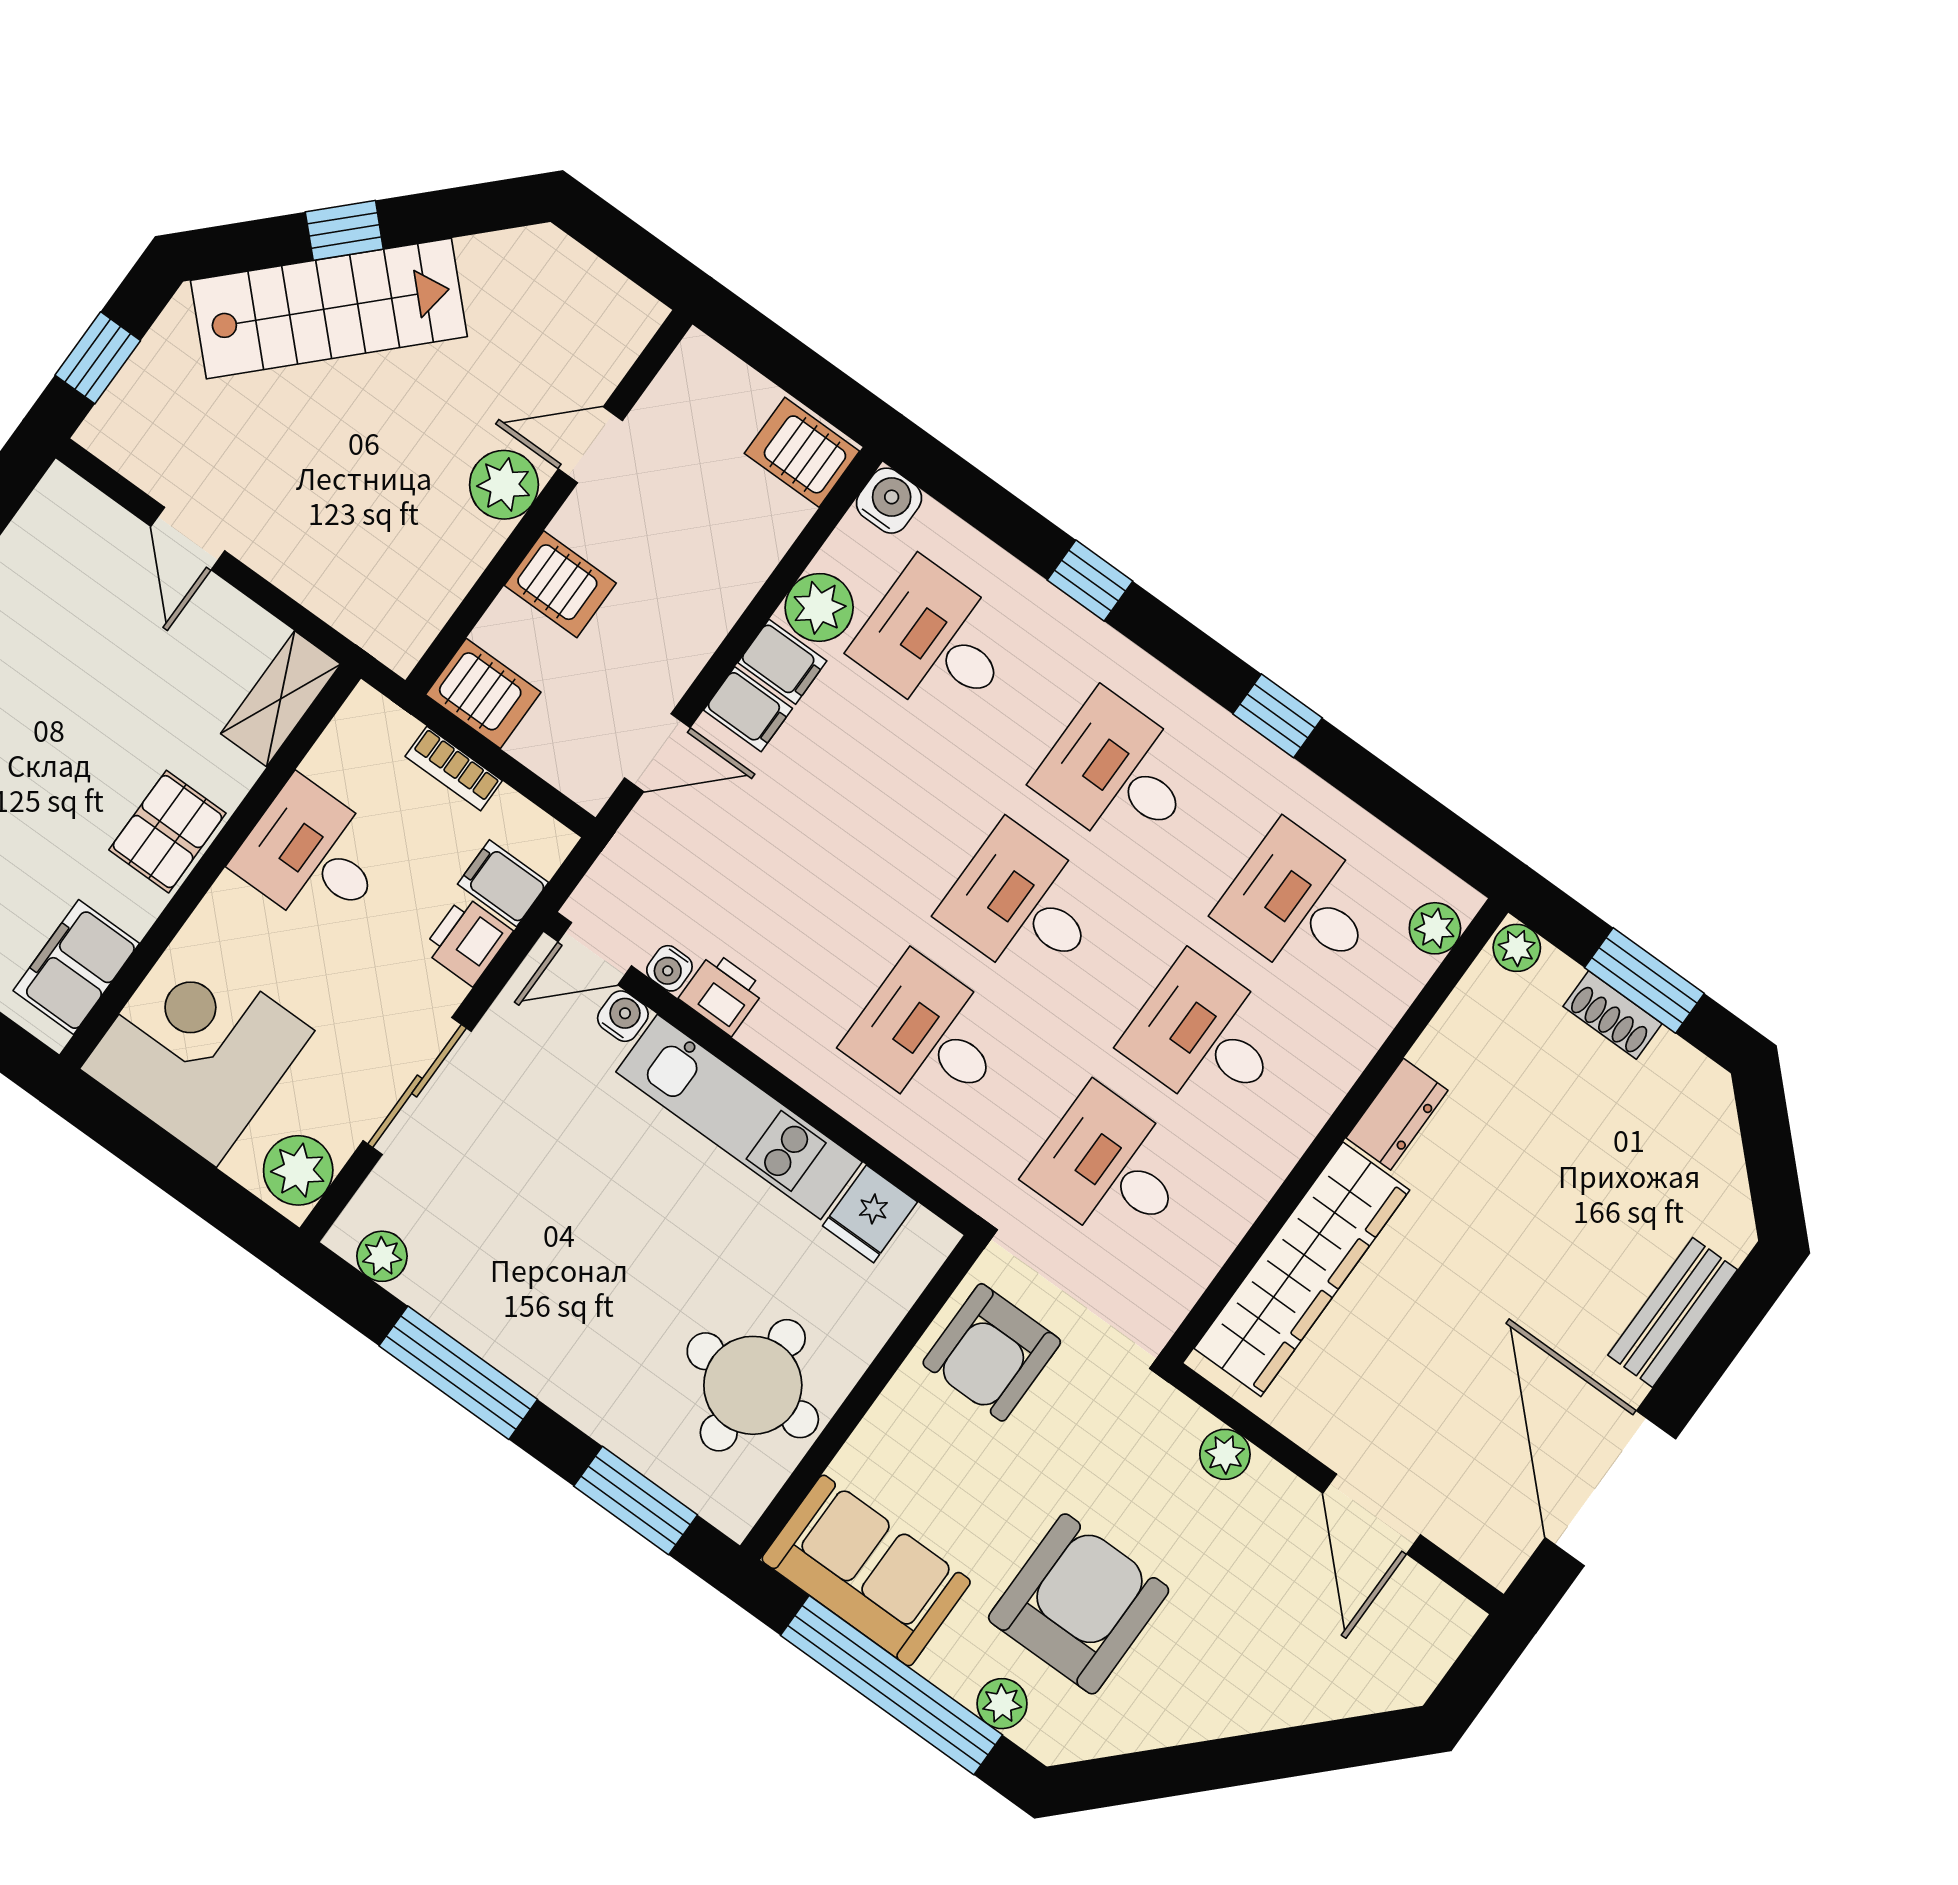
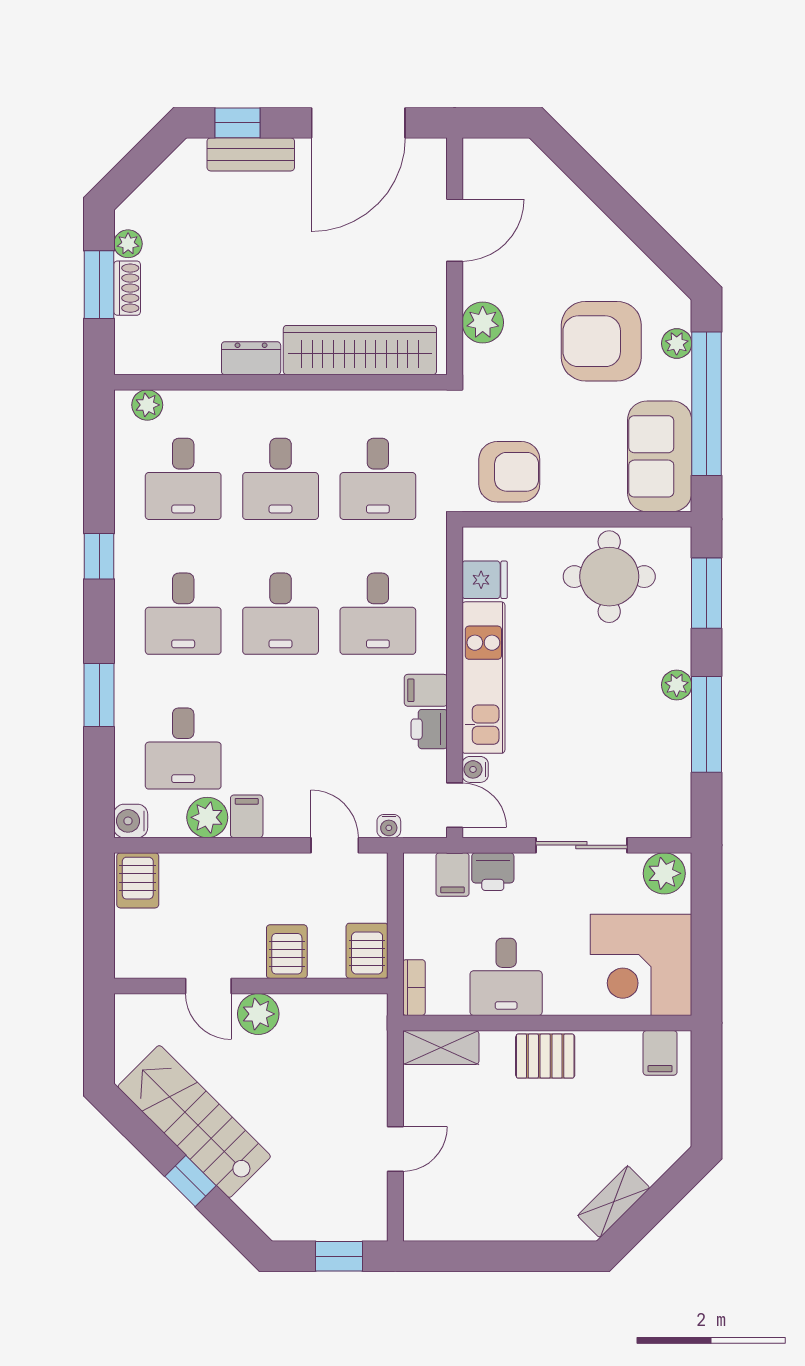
stairs: (329, 308) -> (194, 1122), moved
window: (1090, 581) -> (99, 695), width x1.50
filing cabinet: (748, 709) -> (426, 690), moved, turned -90
bookcase: (454, 769) -> (414, 988), moved
plant: (1517, 948) -> (128, 244), moved
filing cabinet: (76, 967) -> (660, 1053), width x0.50
water cooler: (669, 968) -> (389, 826), moved, turned 90
plant: (382, 1256) -> (677, 685), moved
window: (1728, 1325) -> (238, 123), added
plant: (1225, 1454) -> (483, 322), width x1.38, depth x1.38

